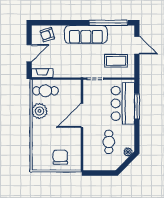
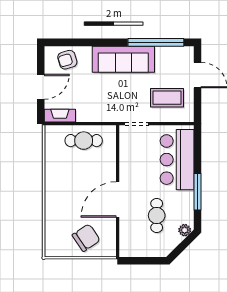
cafe table: (45, 91) -> (84, 141), moved
window: (137, 106) -> (198, 192), moved
plant: (39, 111) -> (56, 171), removed
door: (82, 115) -> (118, 200), moved
chair: (60, 157) -> (86, 238), turned 56

